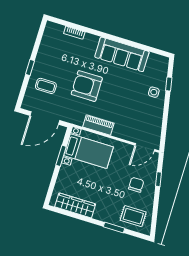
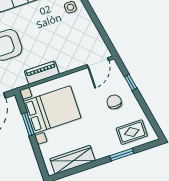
bed with nightstands: (89, 151) -> (52, 110), width x1.36

